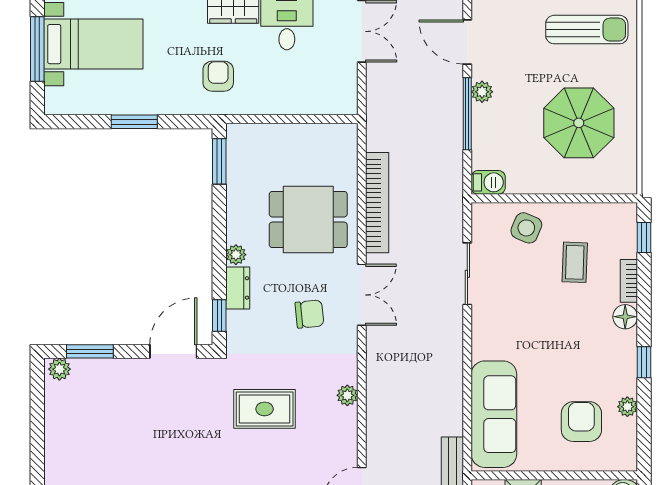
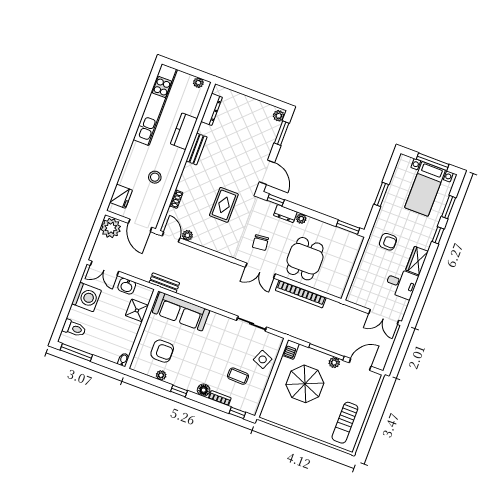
parasol: (579, 123) -> (305, 384), moved
plant: (347, 395) -> (187, 235), moved

